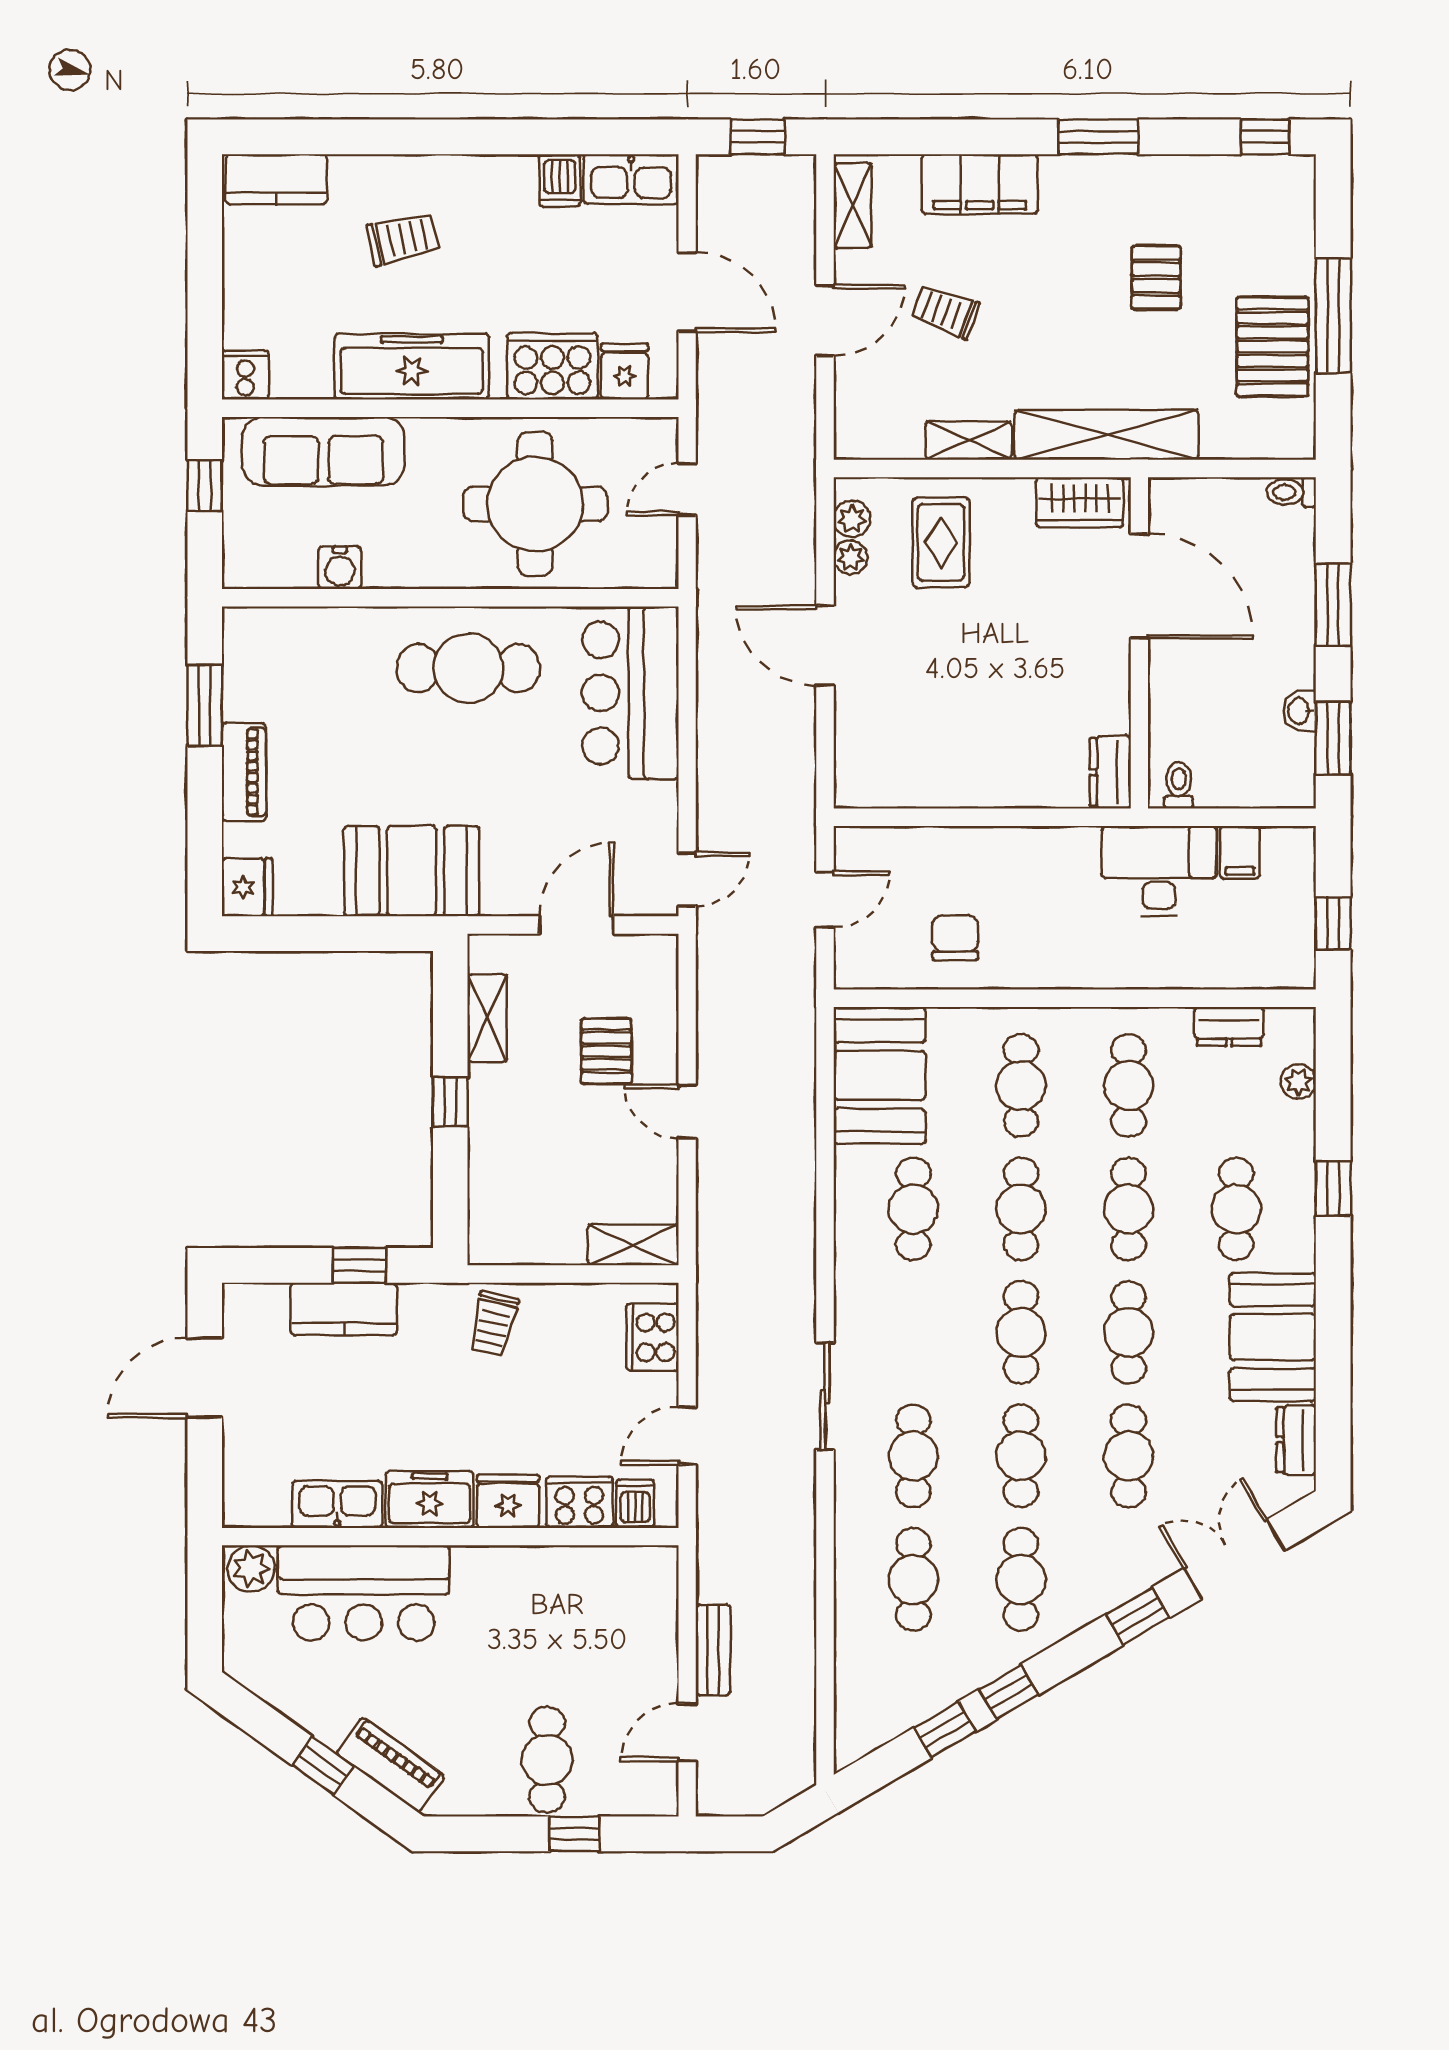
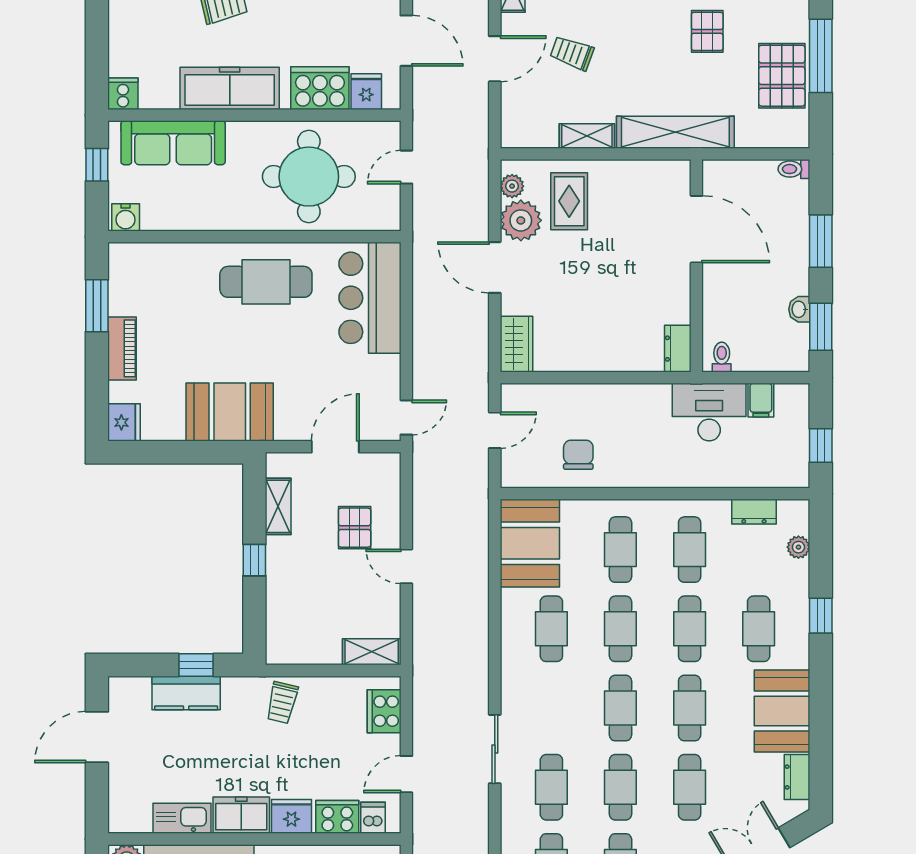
wardrobe: (1080, 502) -> (517, 344), moved, turned -90
plant: (851, 558) -> (521, 220), width x1.88, depth x1.88
water cooler: (340, 568) -> (126, 217), moved

